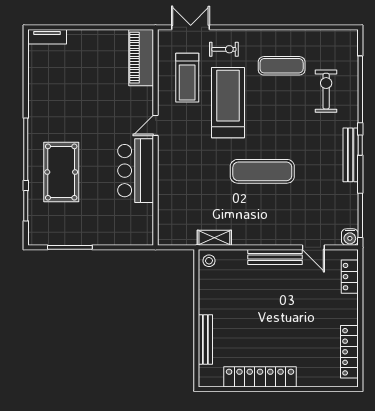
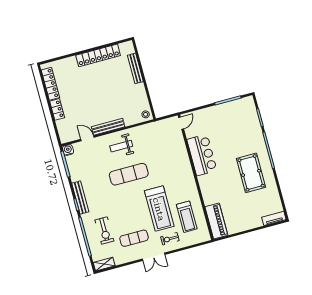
double door: (191, 27) -> (154, 257), moved
treadmill: (187, 78) -> (187, 217), turned 180
door: (155, 125) -> (181, 123), moved
pool table: (61, 172) -> (251, 173), moved
weight bench: (262, 220) -> (121, 146), added
shelving: (214, 238) -> (104, 264), moved
locker: (350, 277) -> (57, 109), moved

